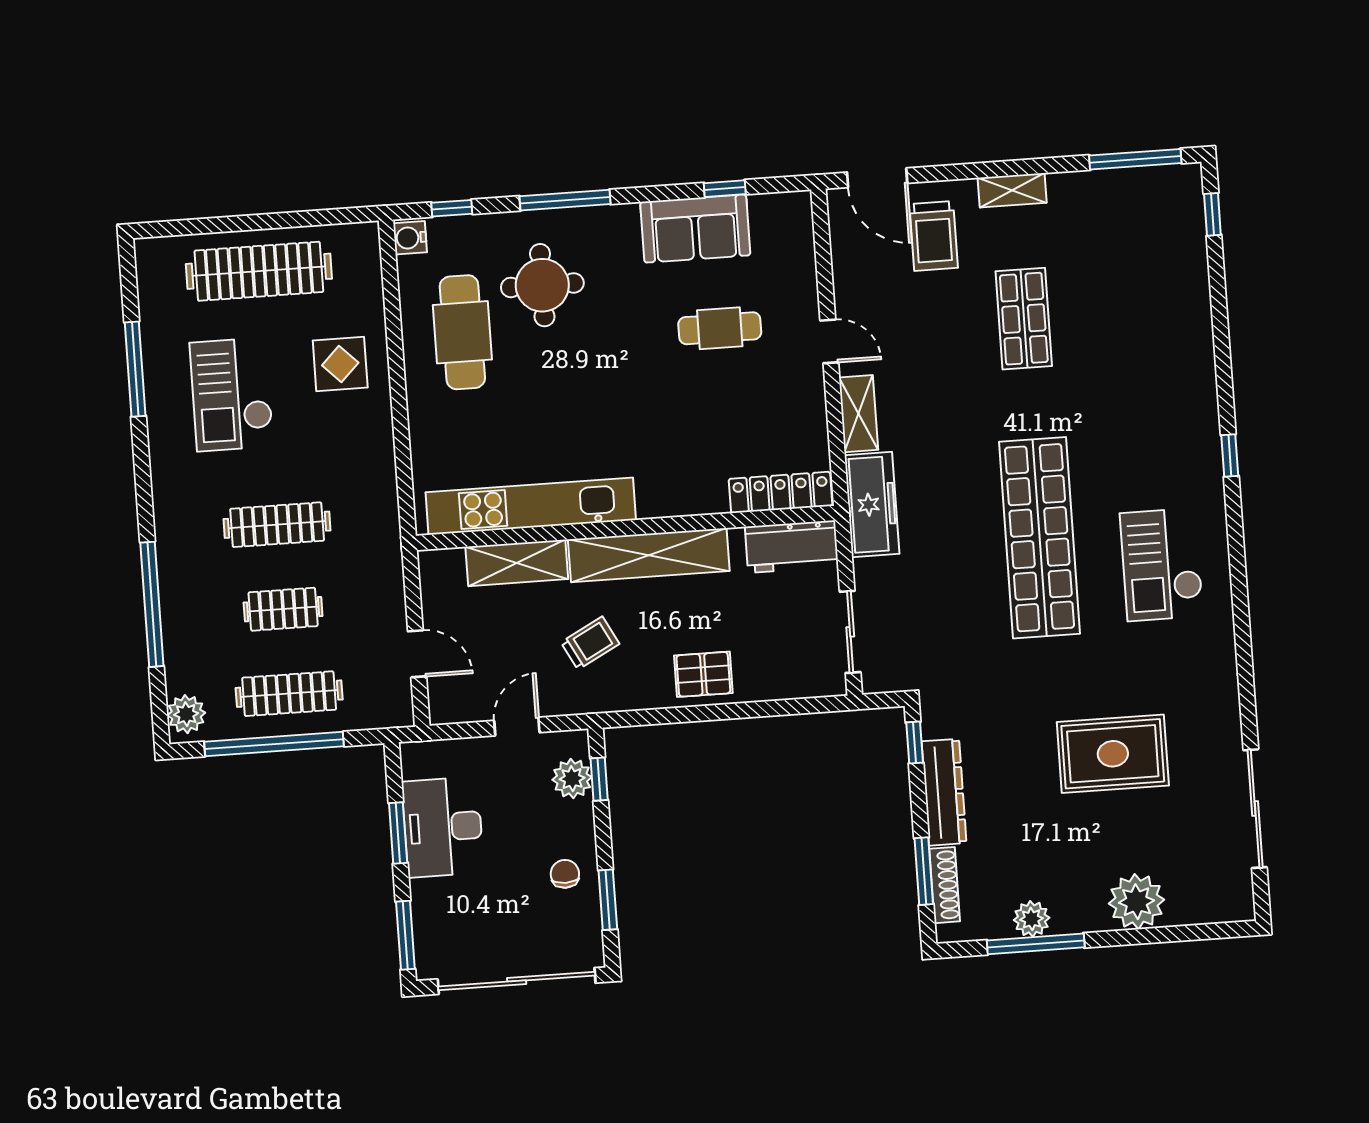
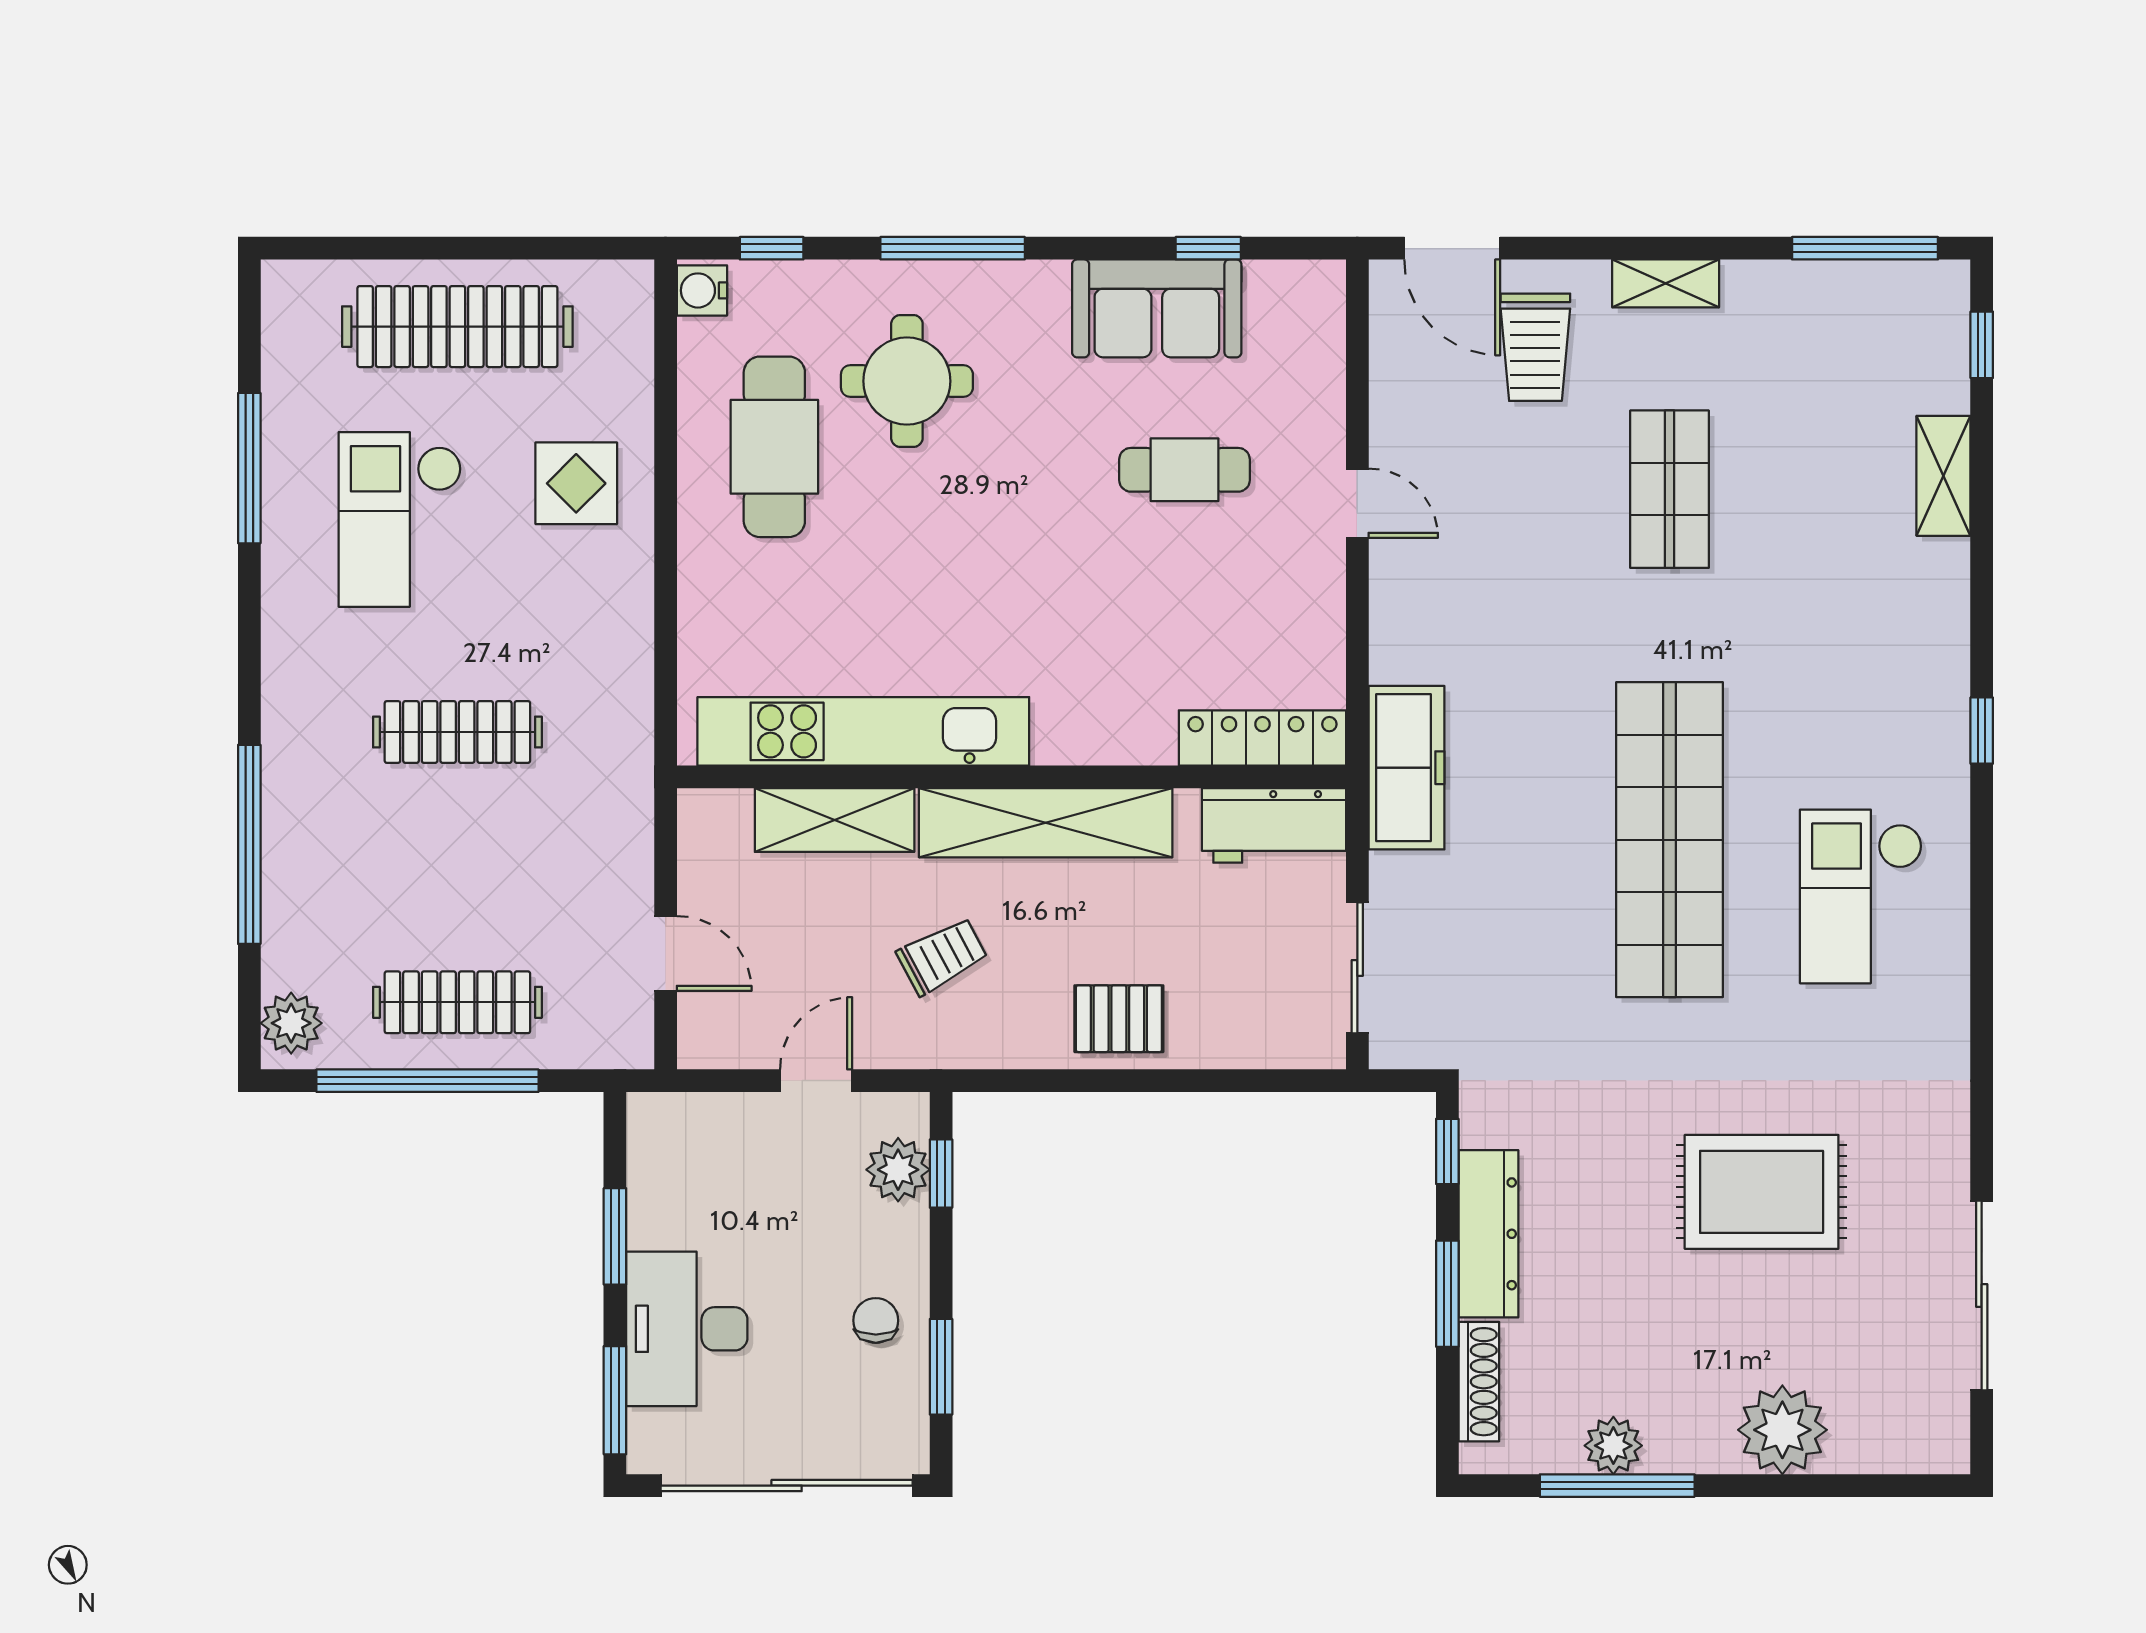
shelving: (859, 414) -> (1943, 476), moved
clothes rail: (283, 609) -> (457, 867), removed
desk: (443, 827) -> (687, 1329), moved
window: (924, 871) -> (1447, 1294), moved

